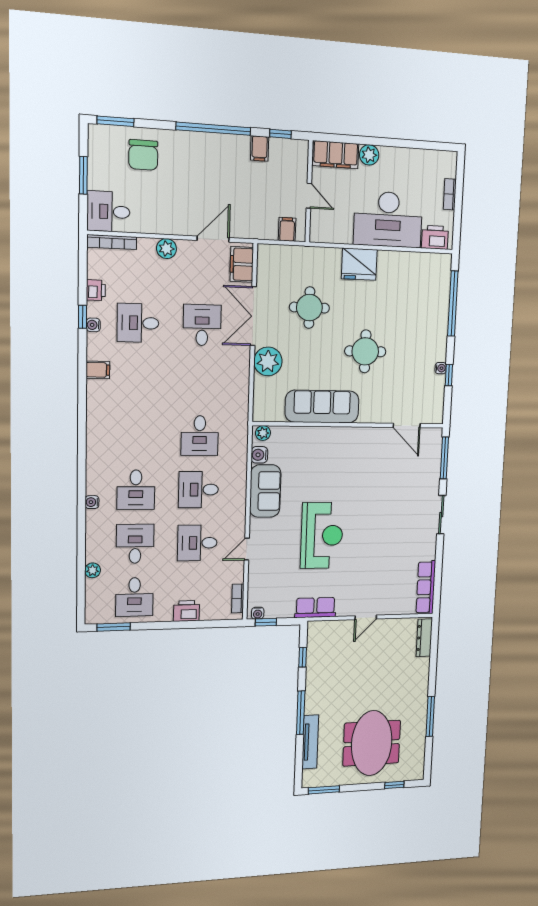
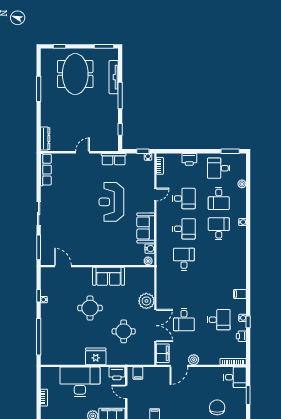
printer: (435, 237) -> (117, 373), moved
plant: (166, 249) -> (194, 360), moved
sofa: (322, 407) -> (109, 276), width x0.73
desk: (134, 597) -> (219, 168), turned -90

